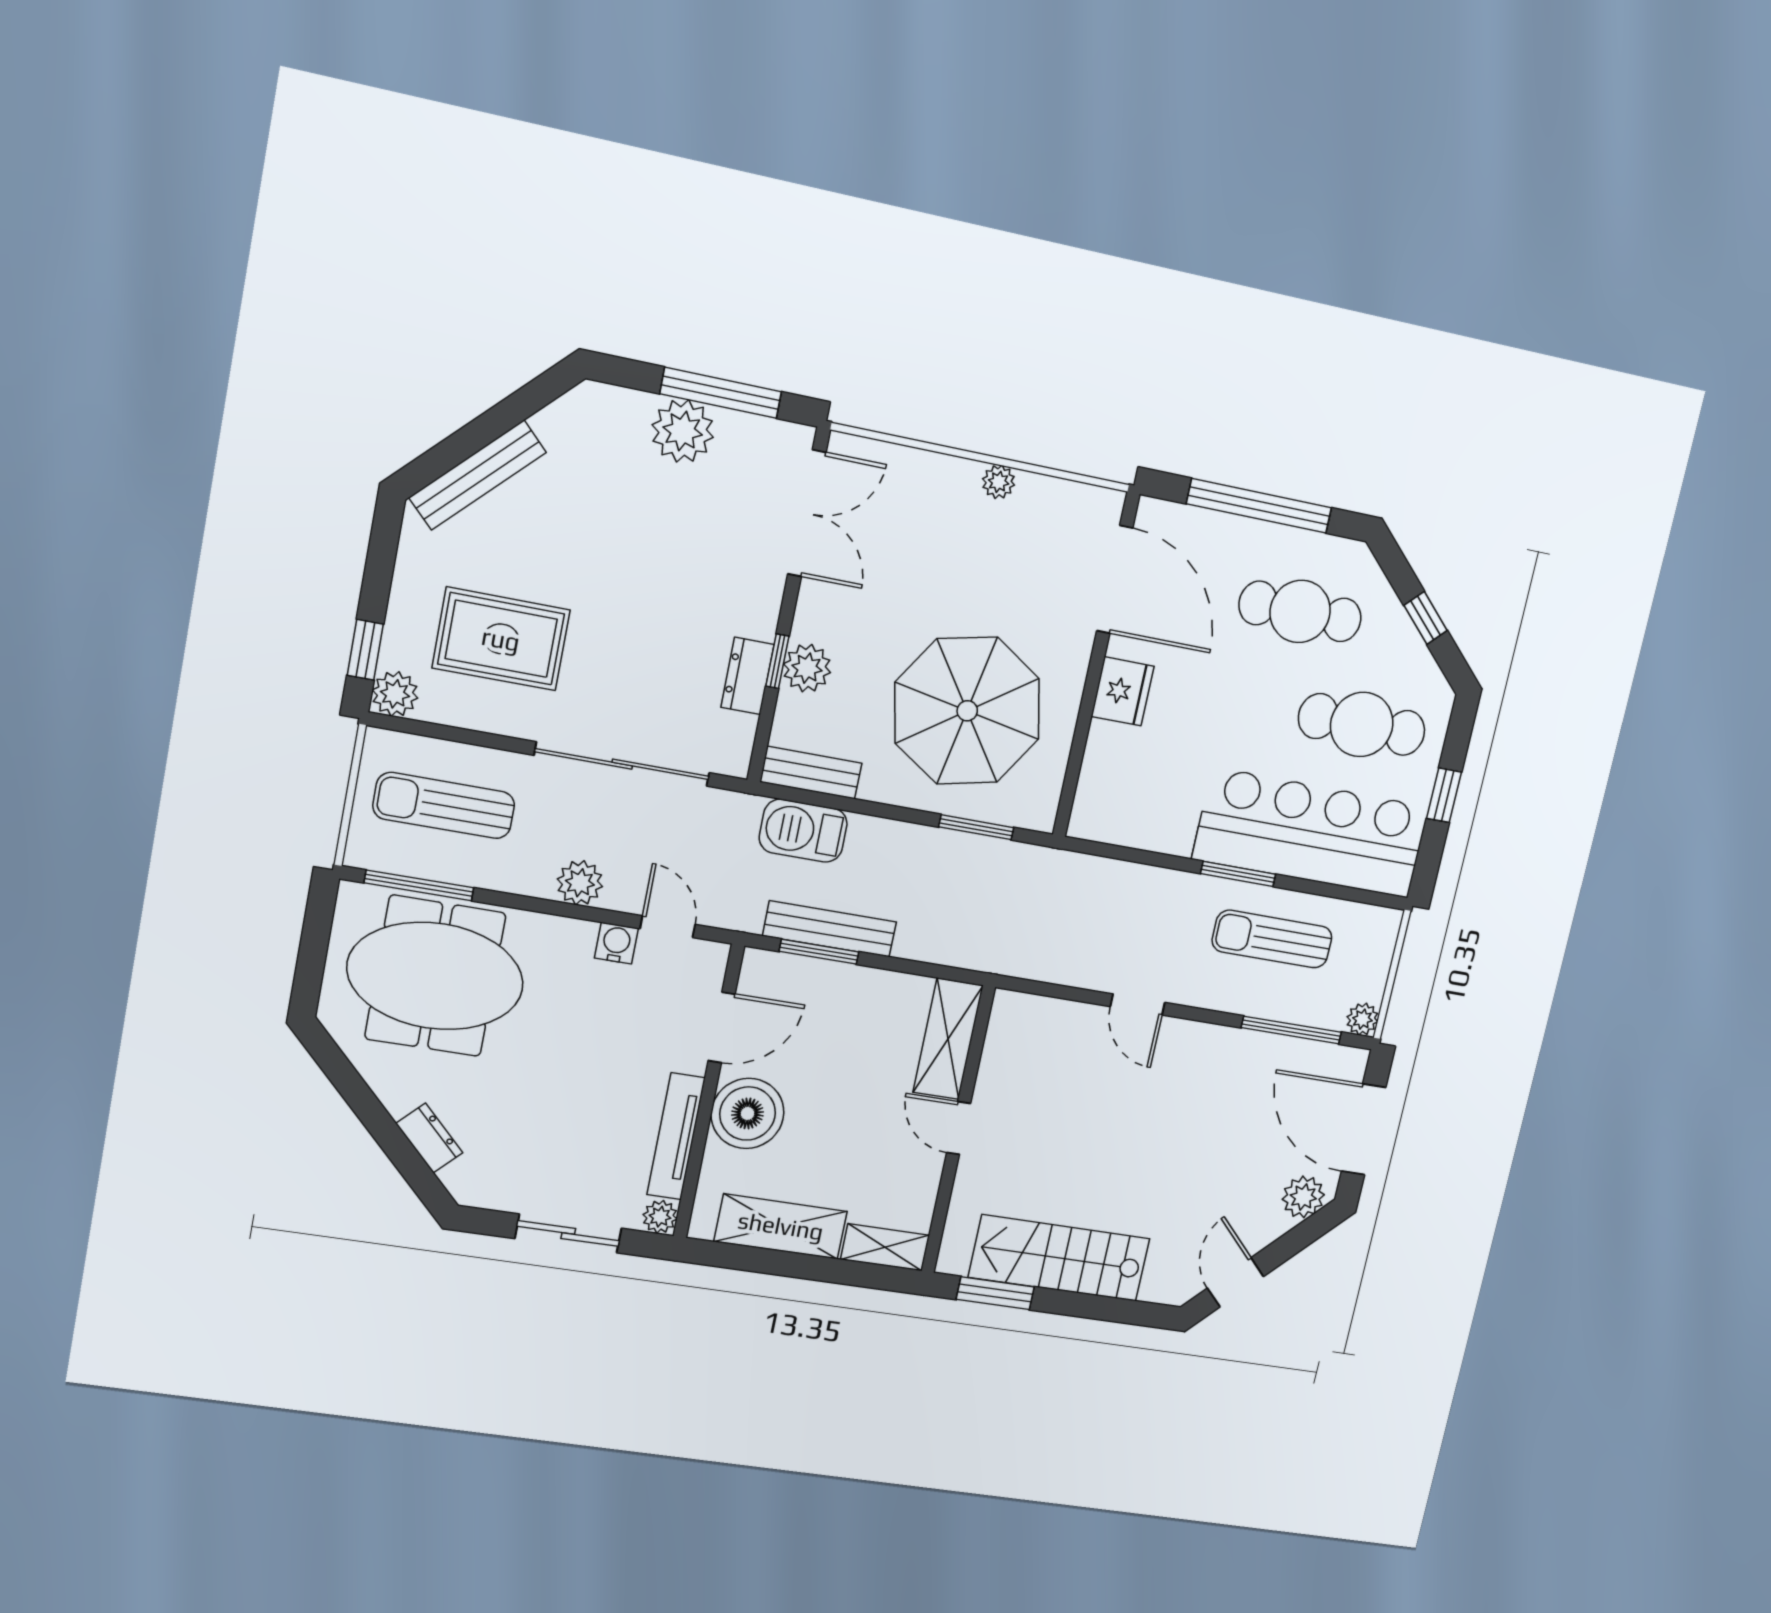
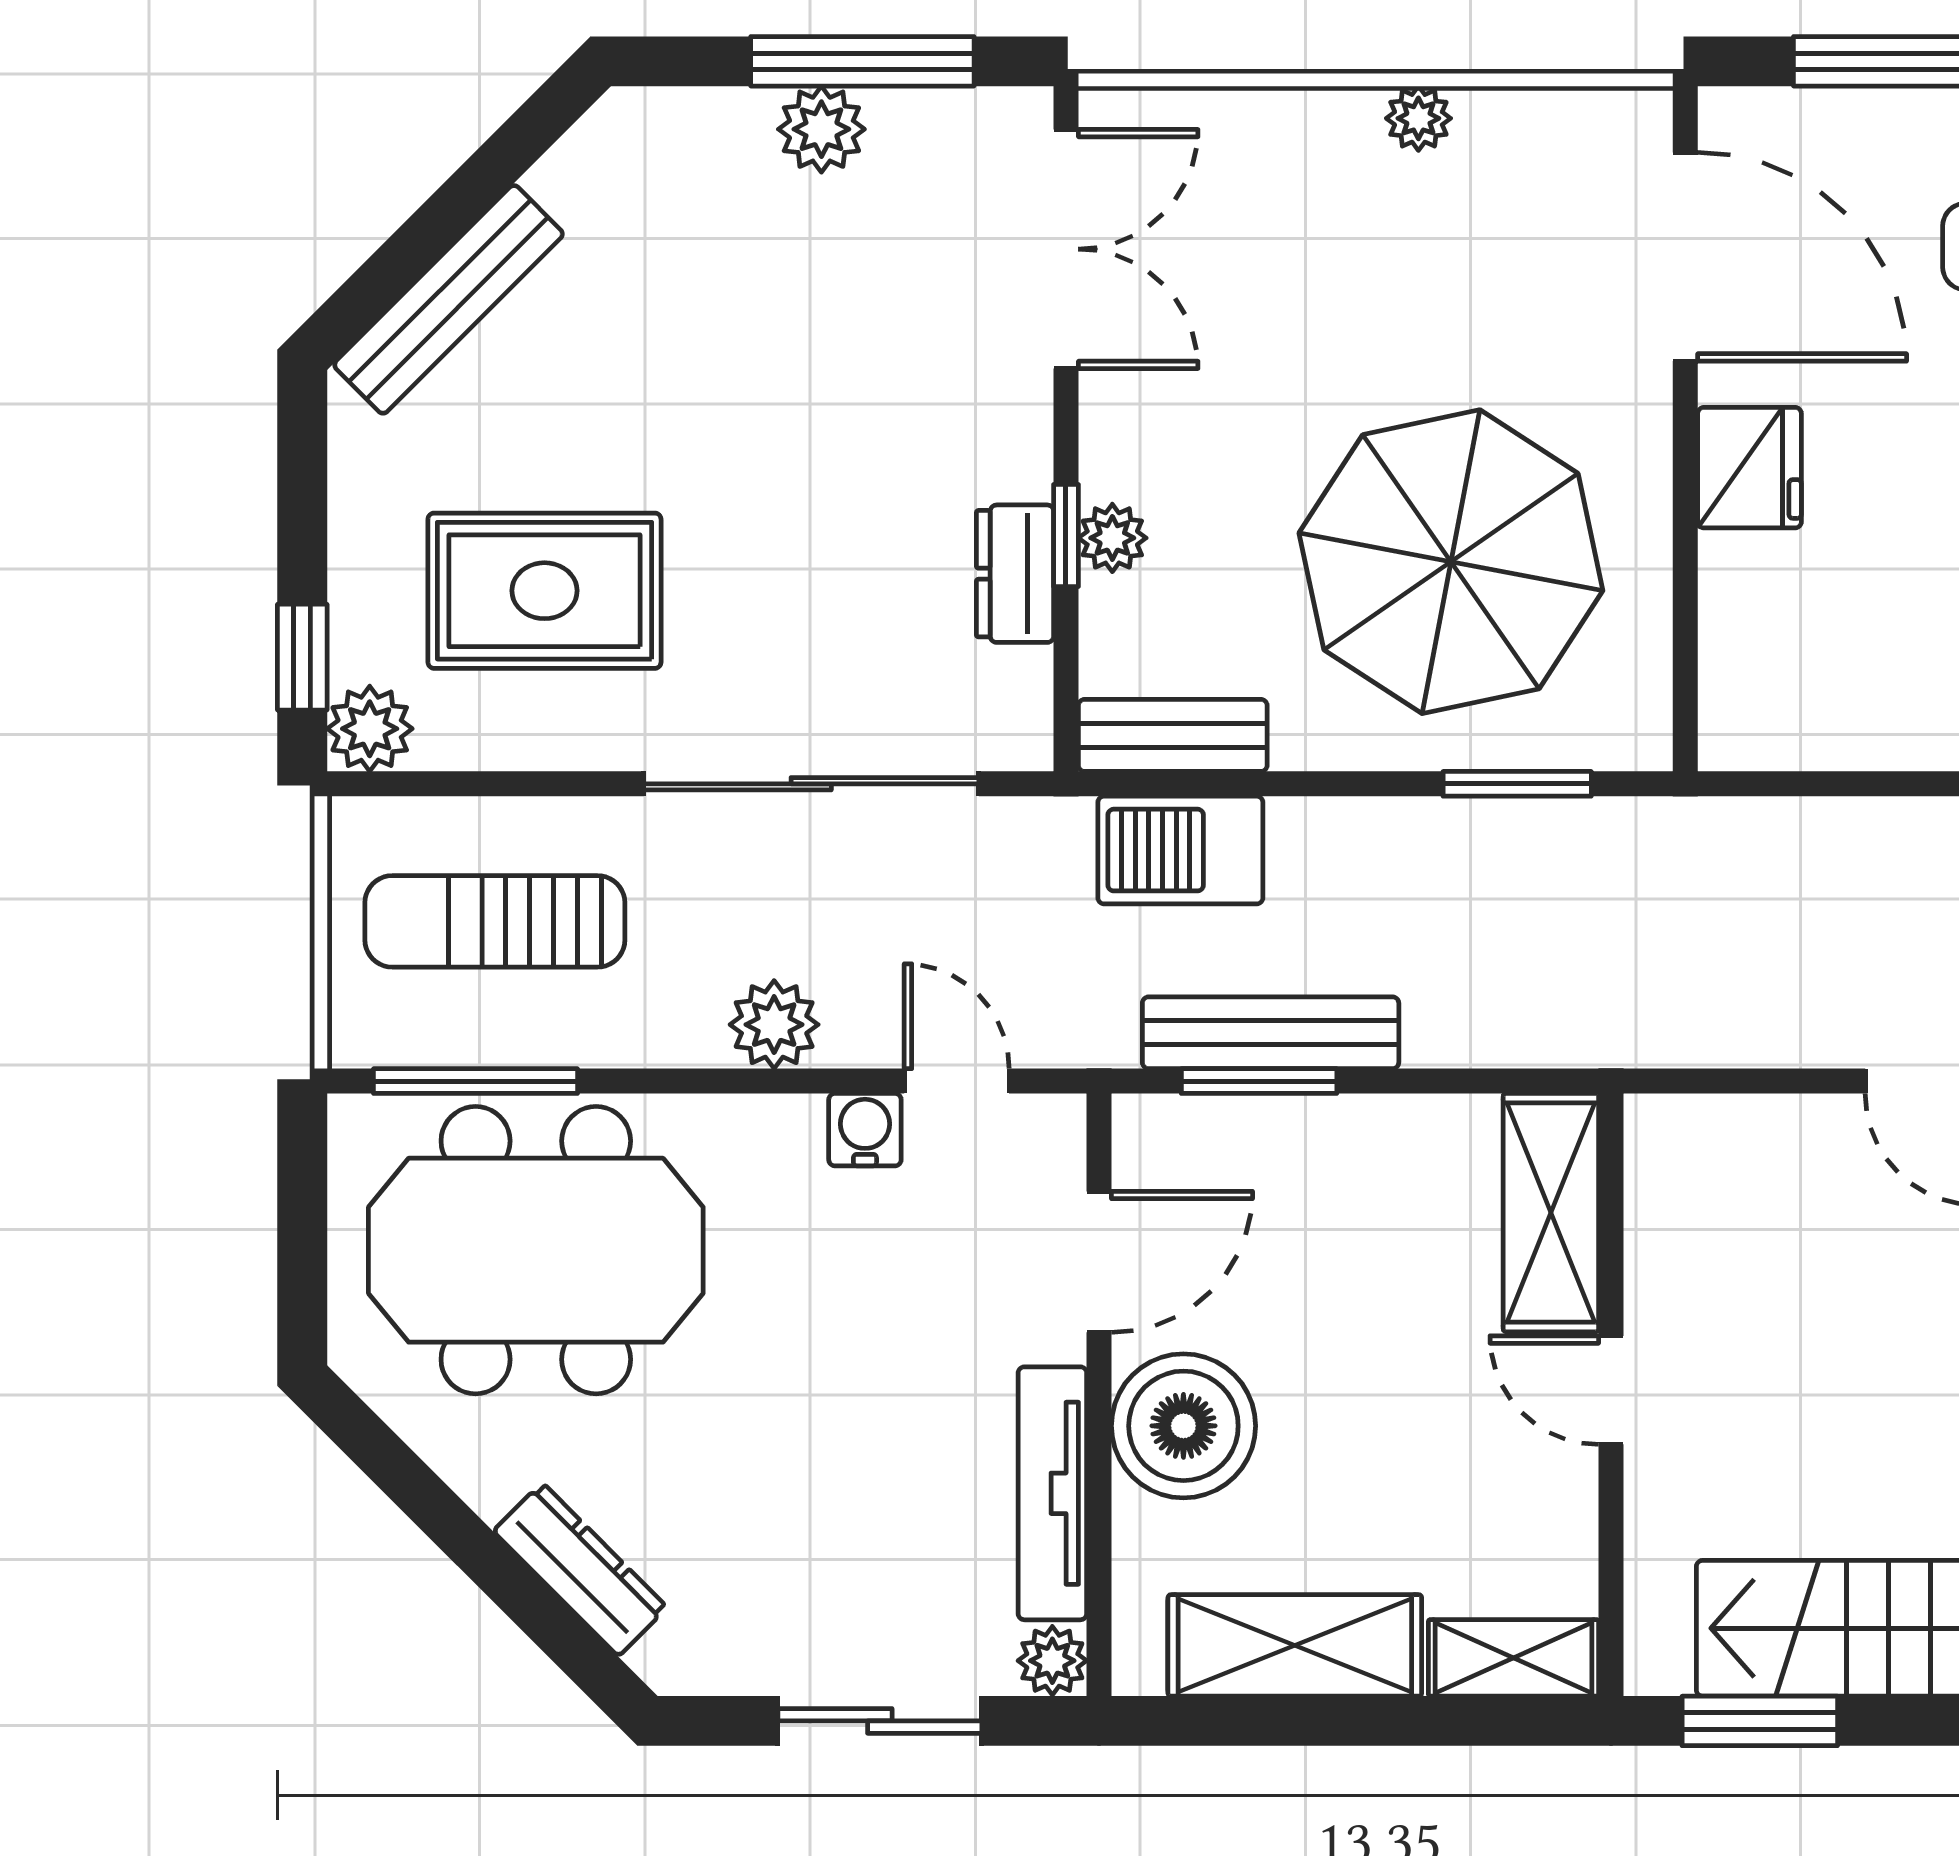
plant: (683, 431) -> (821, 129), width x0.73, depth x0.73
plant: (807, 668) -> (1112, 538), width x0.73, depth x0.73
dresser: (429, 1138) -> (580, 1569), width x1.44

